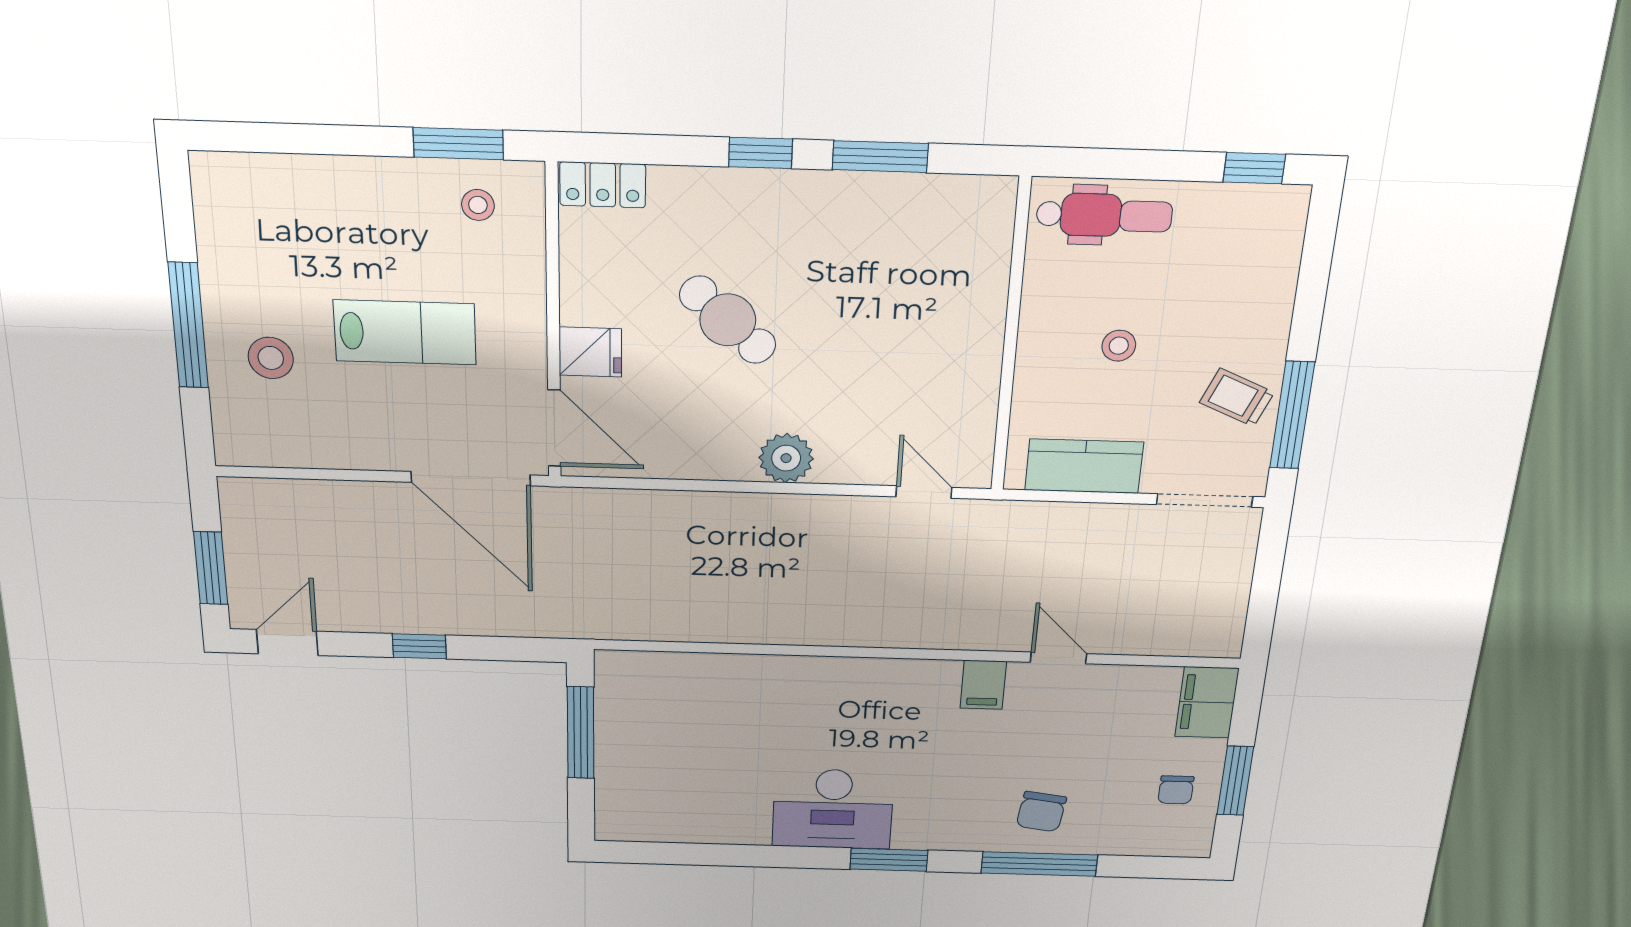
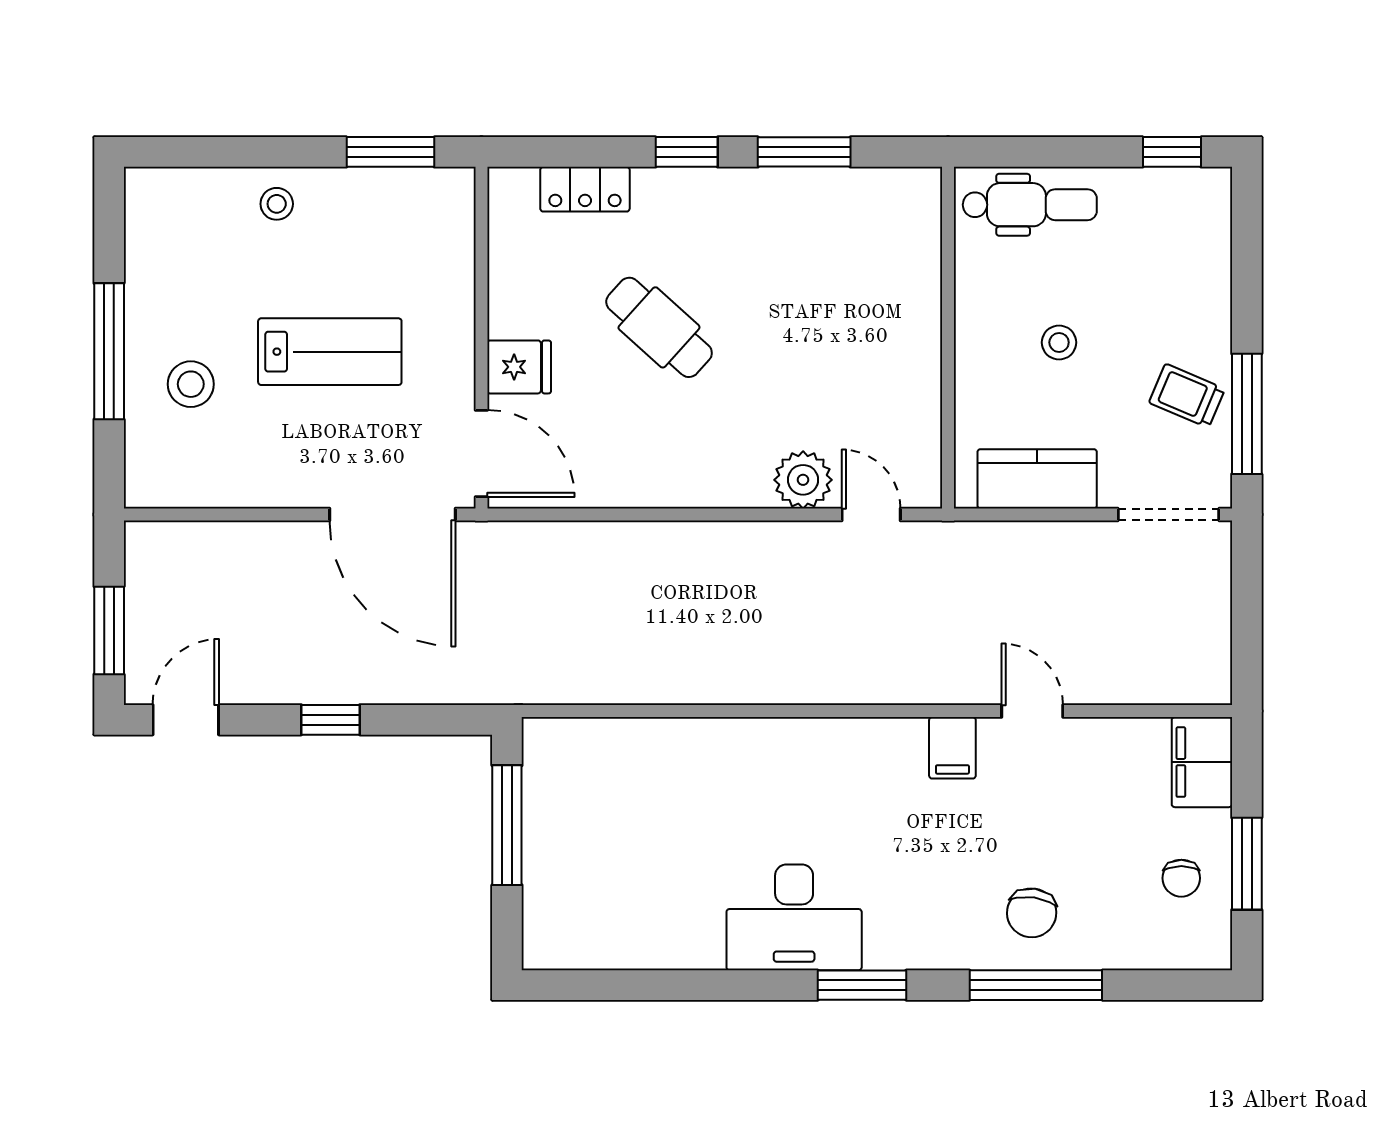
locker: (603, 185) -> (585, 189), moved
stool: (478, 205) -> (277, 204), moved
plant: (786, 458) -> (803, 480), moved

